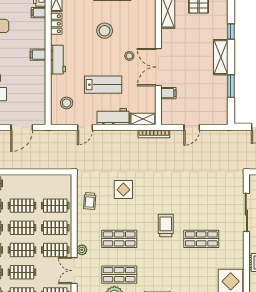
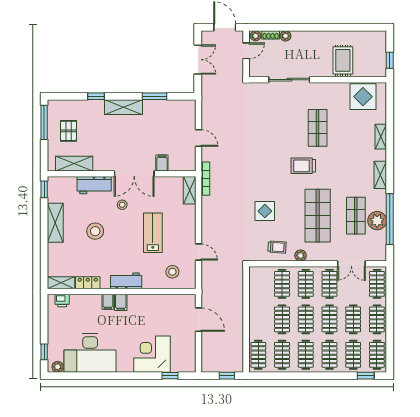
filing cabinet: (38, 13) -> (108, 302), moved
workbench: (113, 117) -> (94, 185), moved, turned -90
shop shelf: (119, 239) -> (318, 216), width x1.43, depth x1.36
plant: (82, 250) -> (301, 255), moved

